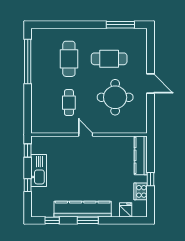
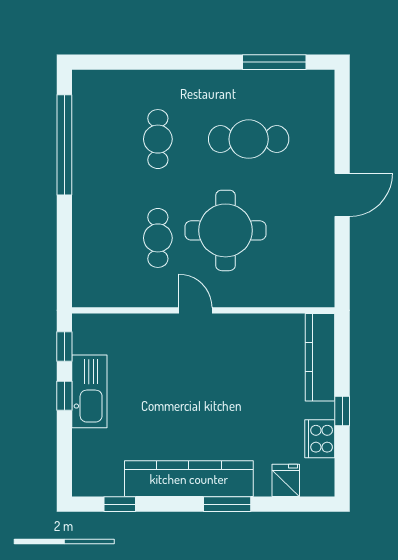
cafe table: (69, 59) -> (158, 139), width x0.73, depth x0.74
door: (150, 84) -> (342, 195), hinge flipped
round table: (115, 97) -> (226, 230), moved
window: (28, 185) -> (64, 396), moved
window: (88, 220) -> (227, 504), moved

